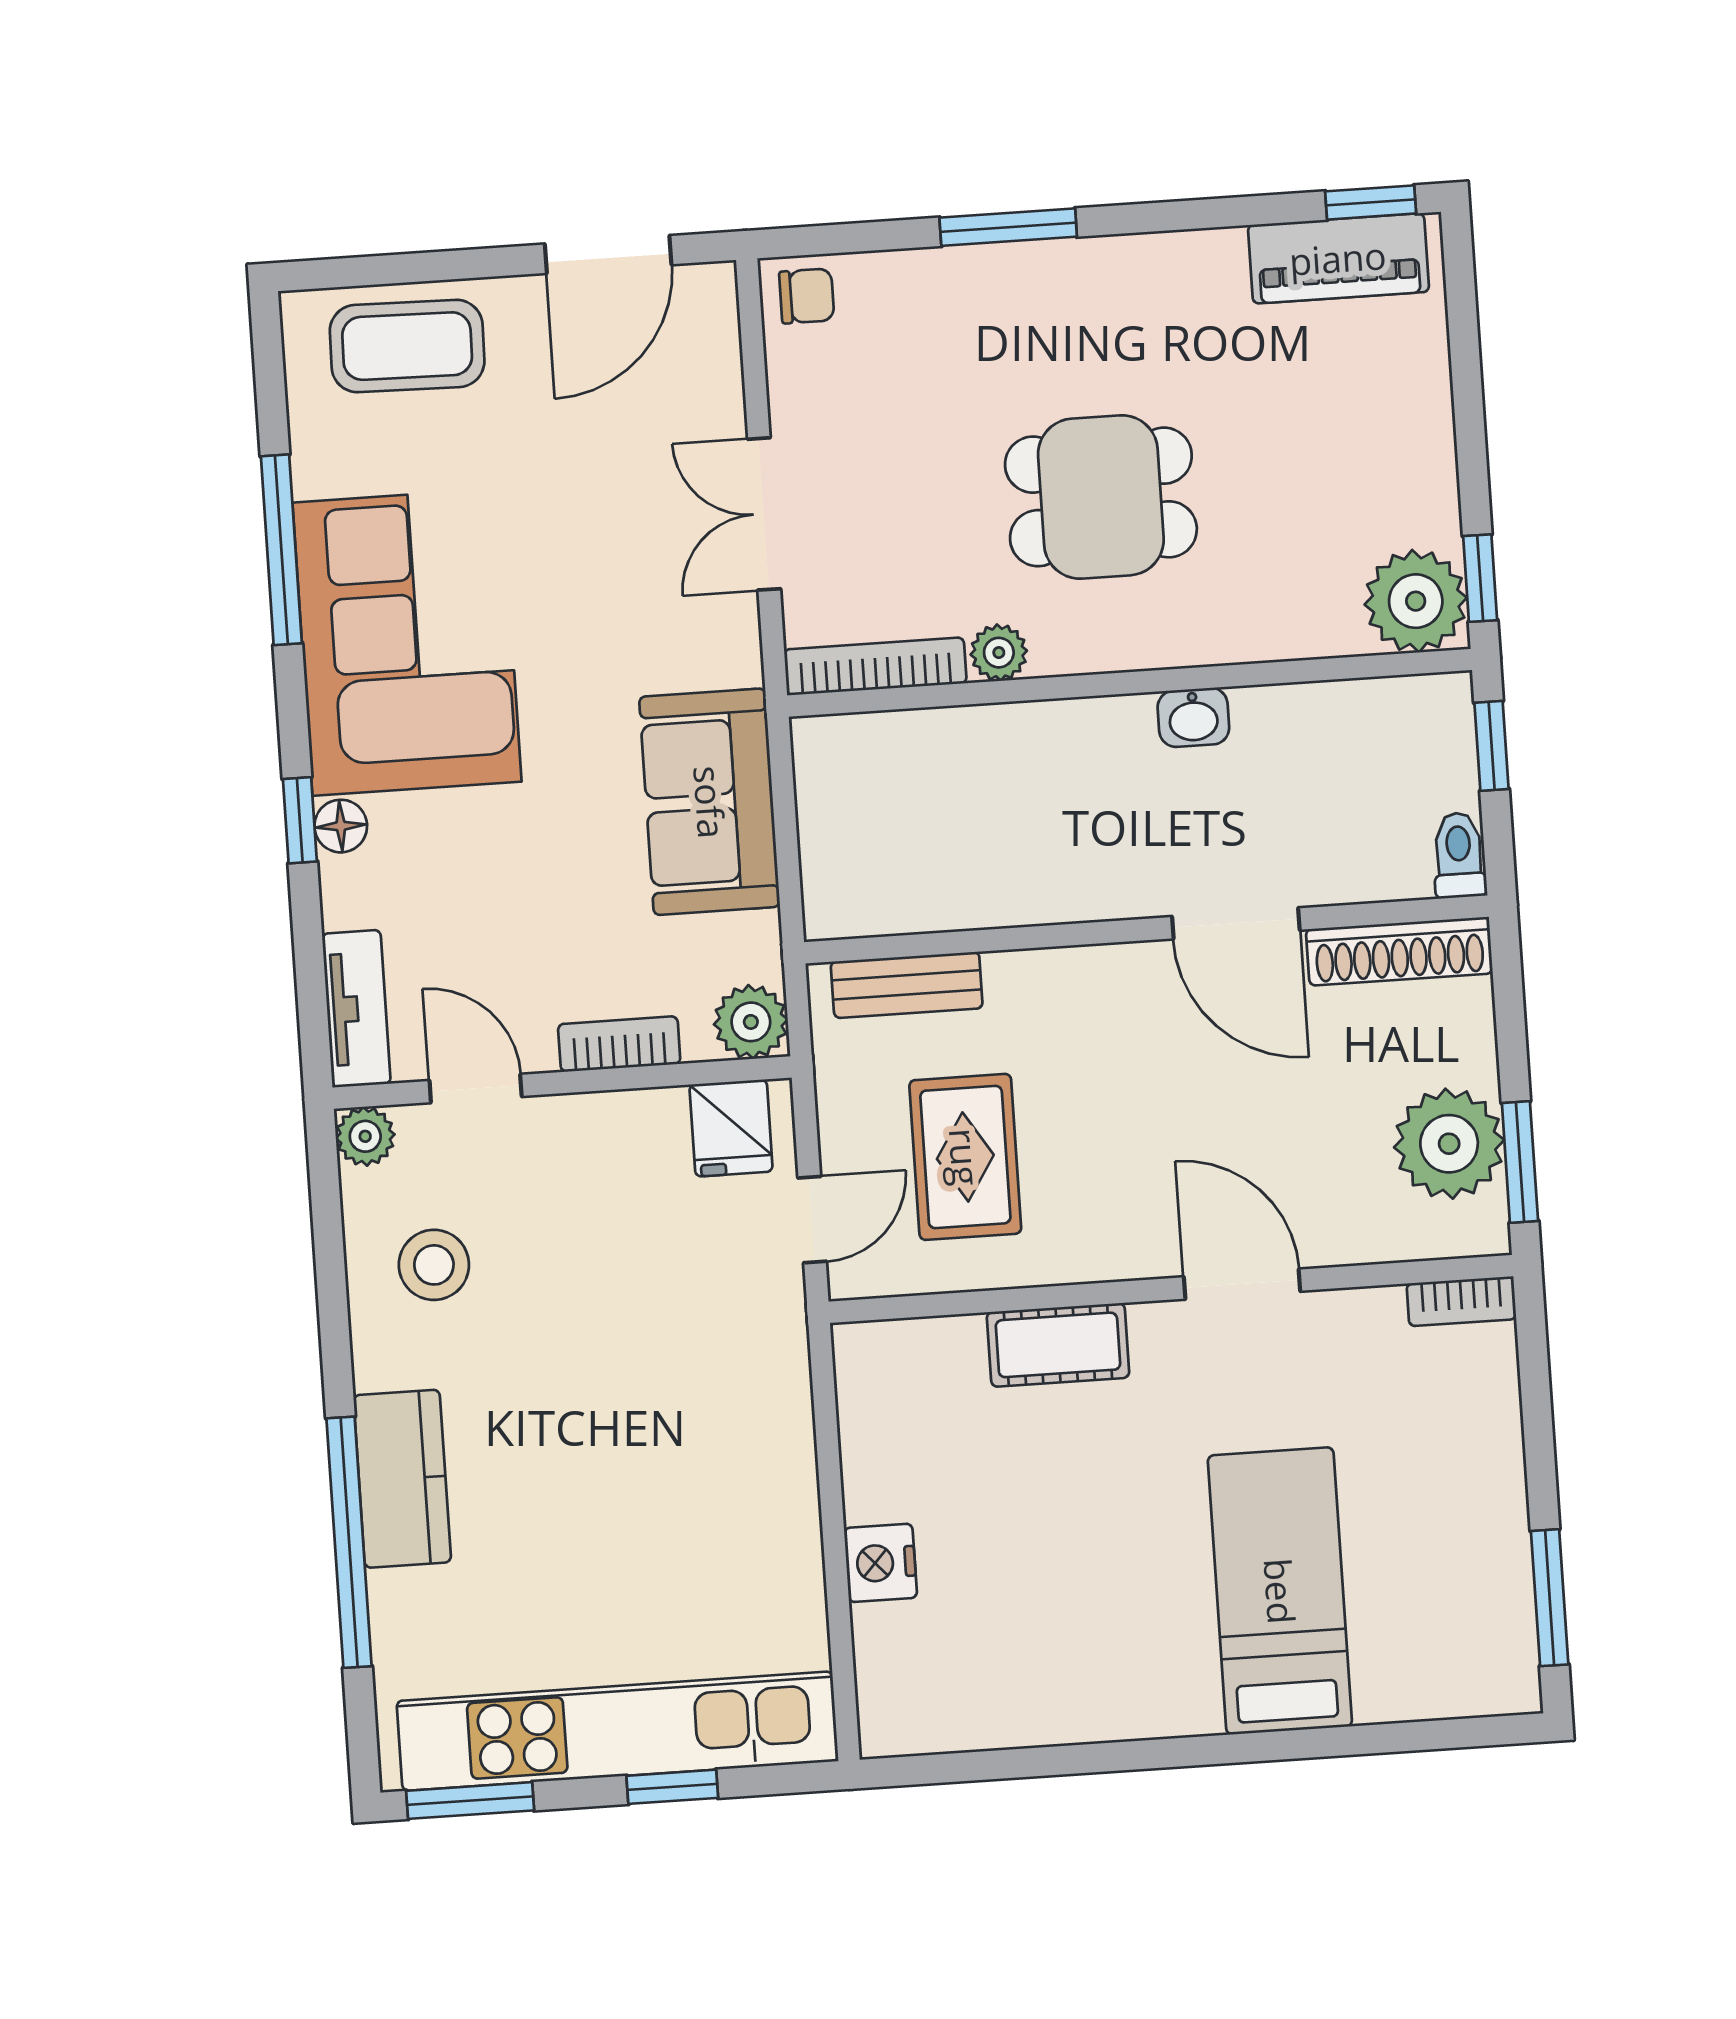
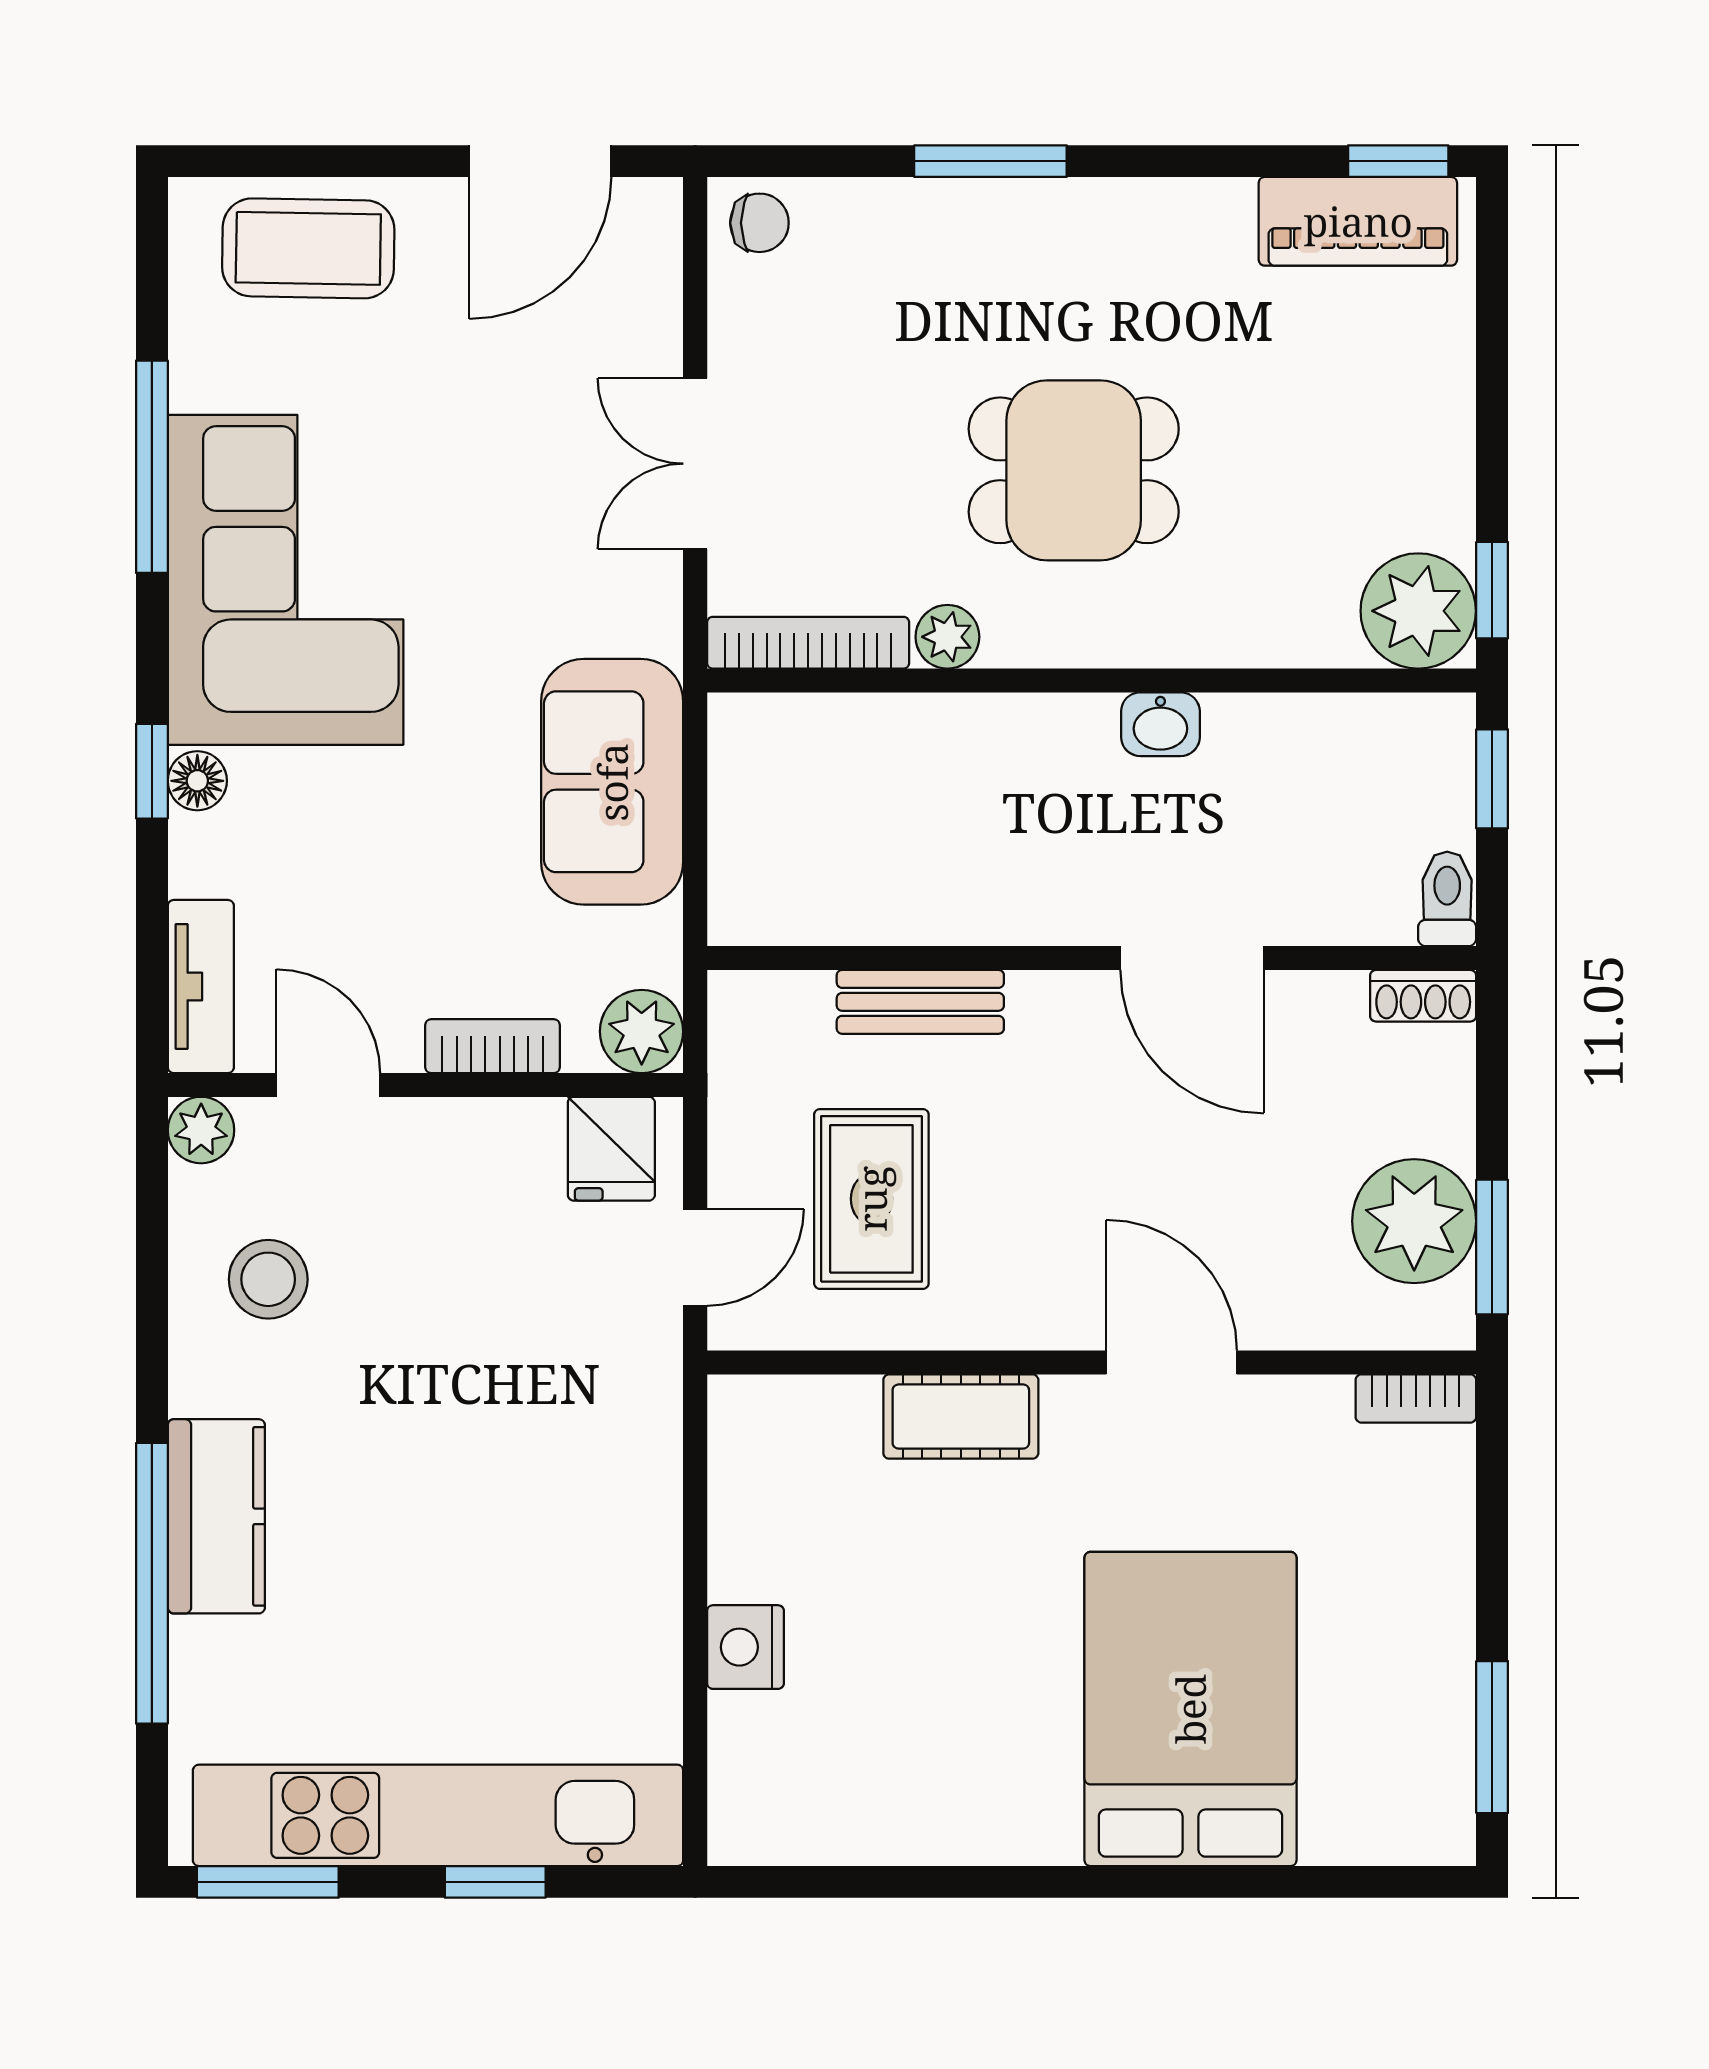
shoe rack: (1399, 951) -> (1423, 996), width x0.51, depth x0.81
bench: (907, 985) -> (920, 1002), moved
bed: (1280, 1591) -> (1190, 1709), width x1.50

